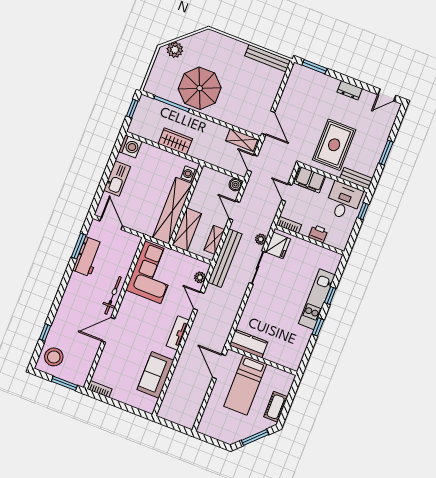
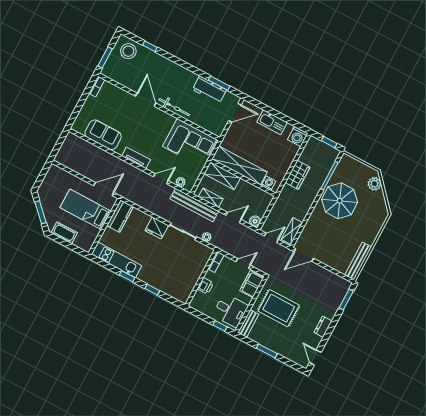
fridge: (278, 245) -> (157, 228), moved
kitchen unit: (317, 299) -> (117, 260), moved

